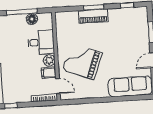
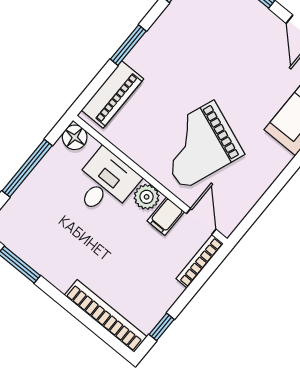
piano: (93, 16) -> (112, 95), moved
floor lamp: (32, 19) -> (75, 137), moved
door: (58, 86) -> (201, 221), hinge flipped

